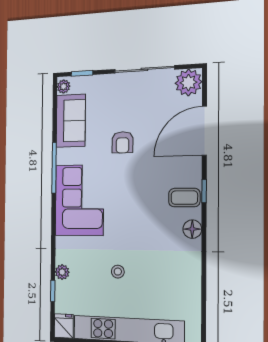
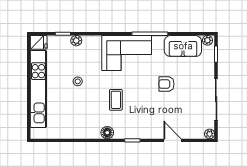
plant: (188, 83) -> (210, 134), width x0.53, depth x0.53
door: (204, 131) -> (172, 140), width x0.53
coffee table: (184, 198) -> (116, 100), moved

